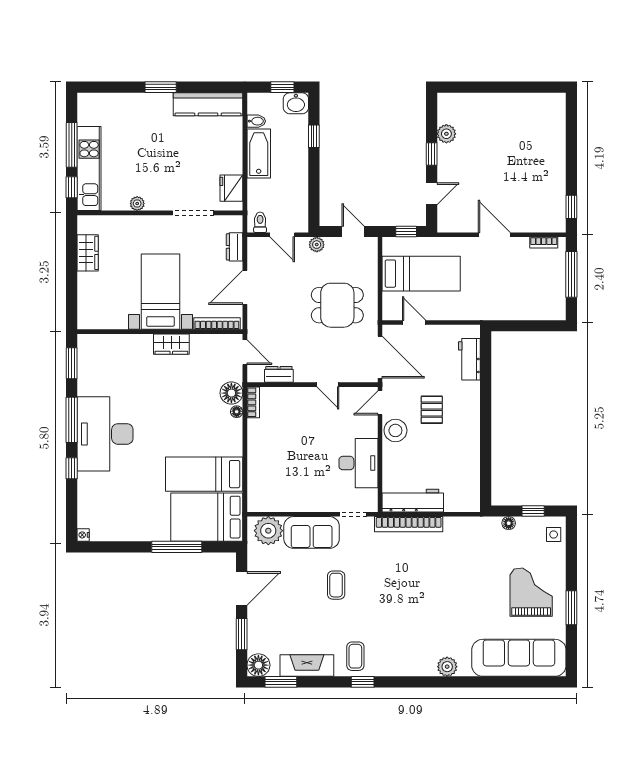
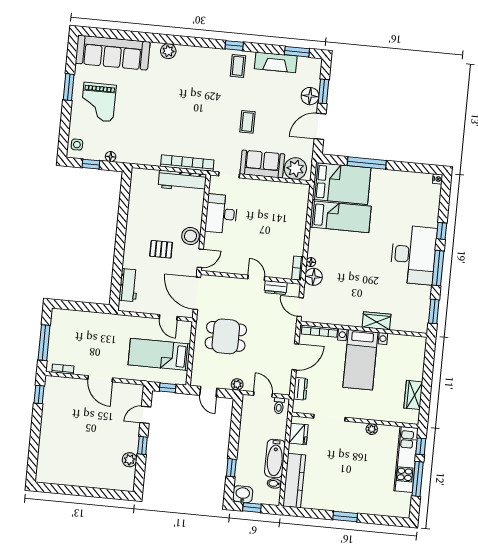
kitchen counter: (208, 104) -> (294, 481), moved, turned 90
wardrobe: (171, 344) -> (376, 321), moved
door: (328, 385) -> (256, 278), moved
pallet: (432, 410) -> (161, 249), turned 90
floor lamp: (258, 665) -> (310, 96), moved

